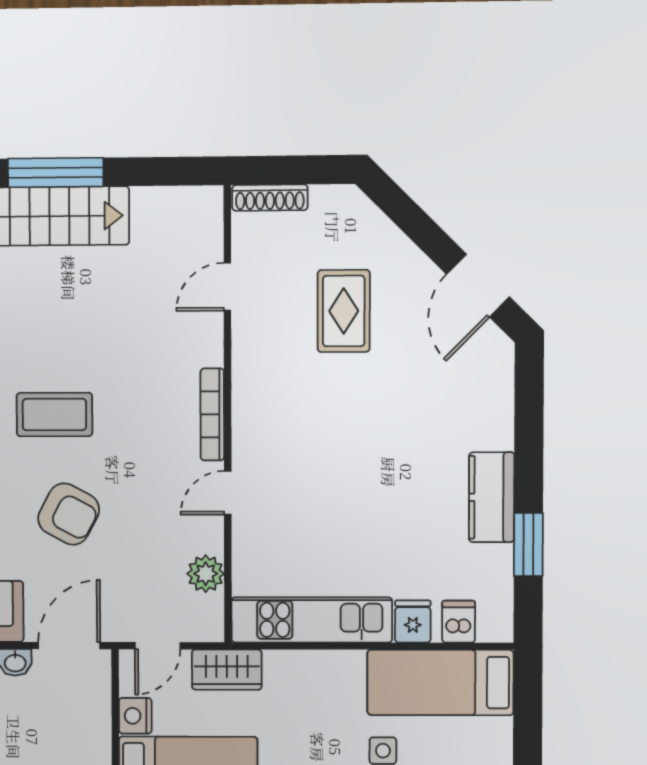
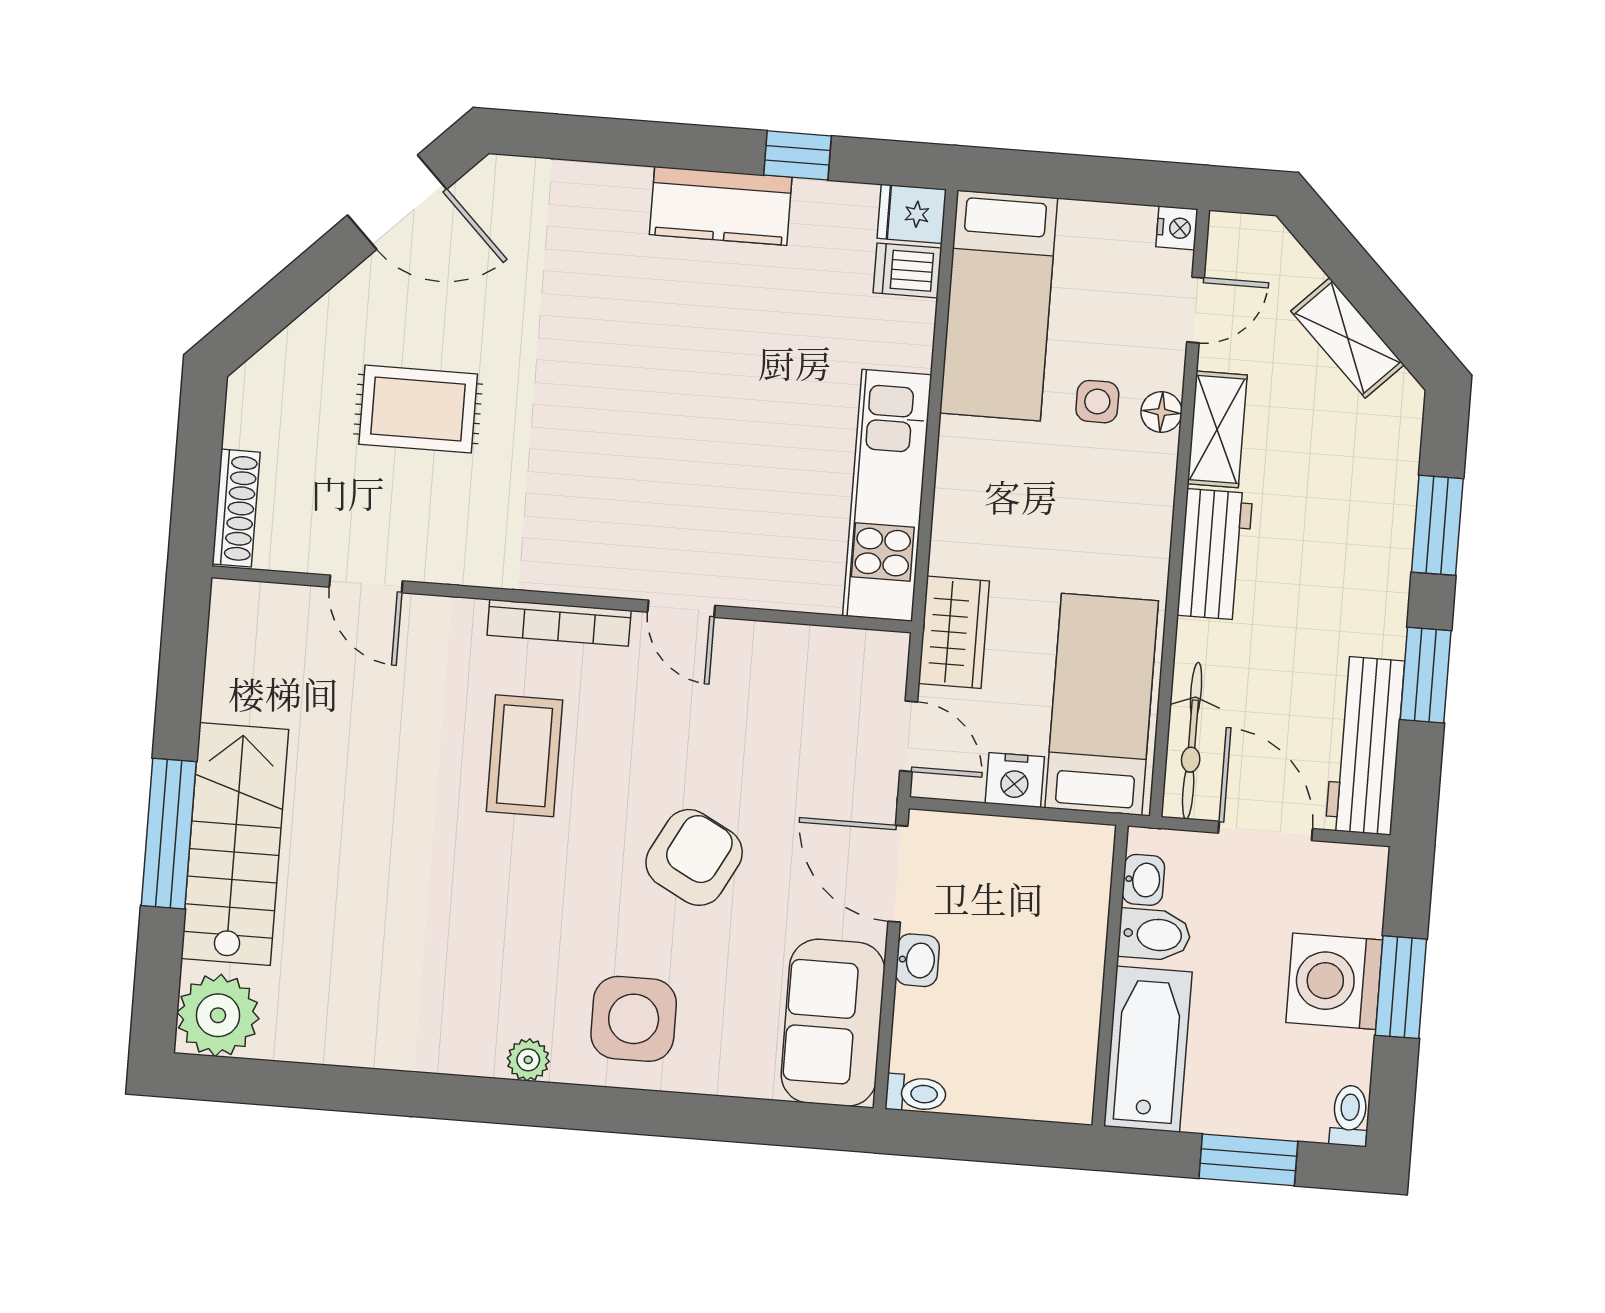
coffee table: (54, 415) -> (525, 756), moved
window: (528, 545) -> (797, 155), width x0.67
plant: (206, 574) -> (803, 653), removed
fridge: (413, 622) -> (912, 214), moved

